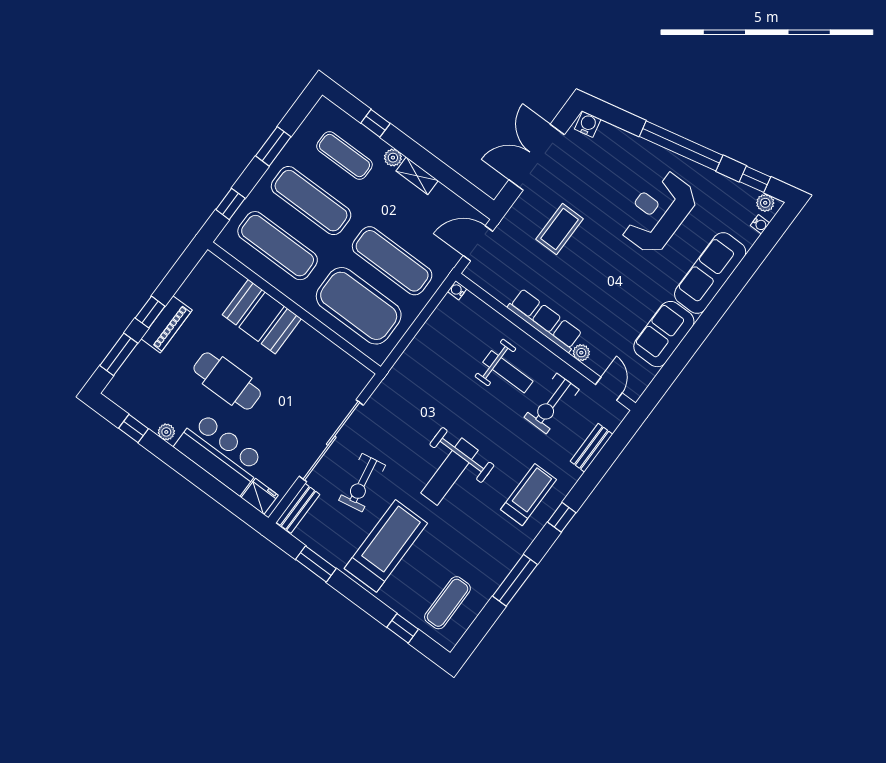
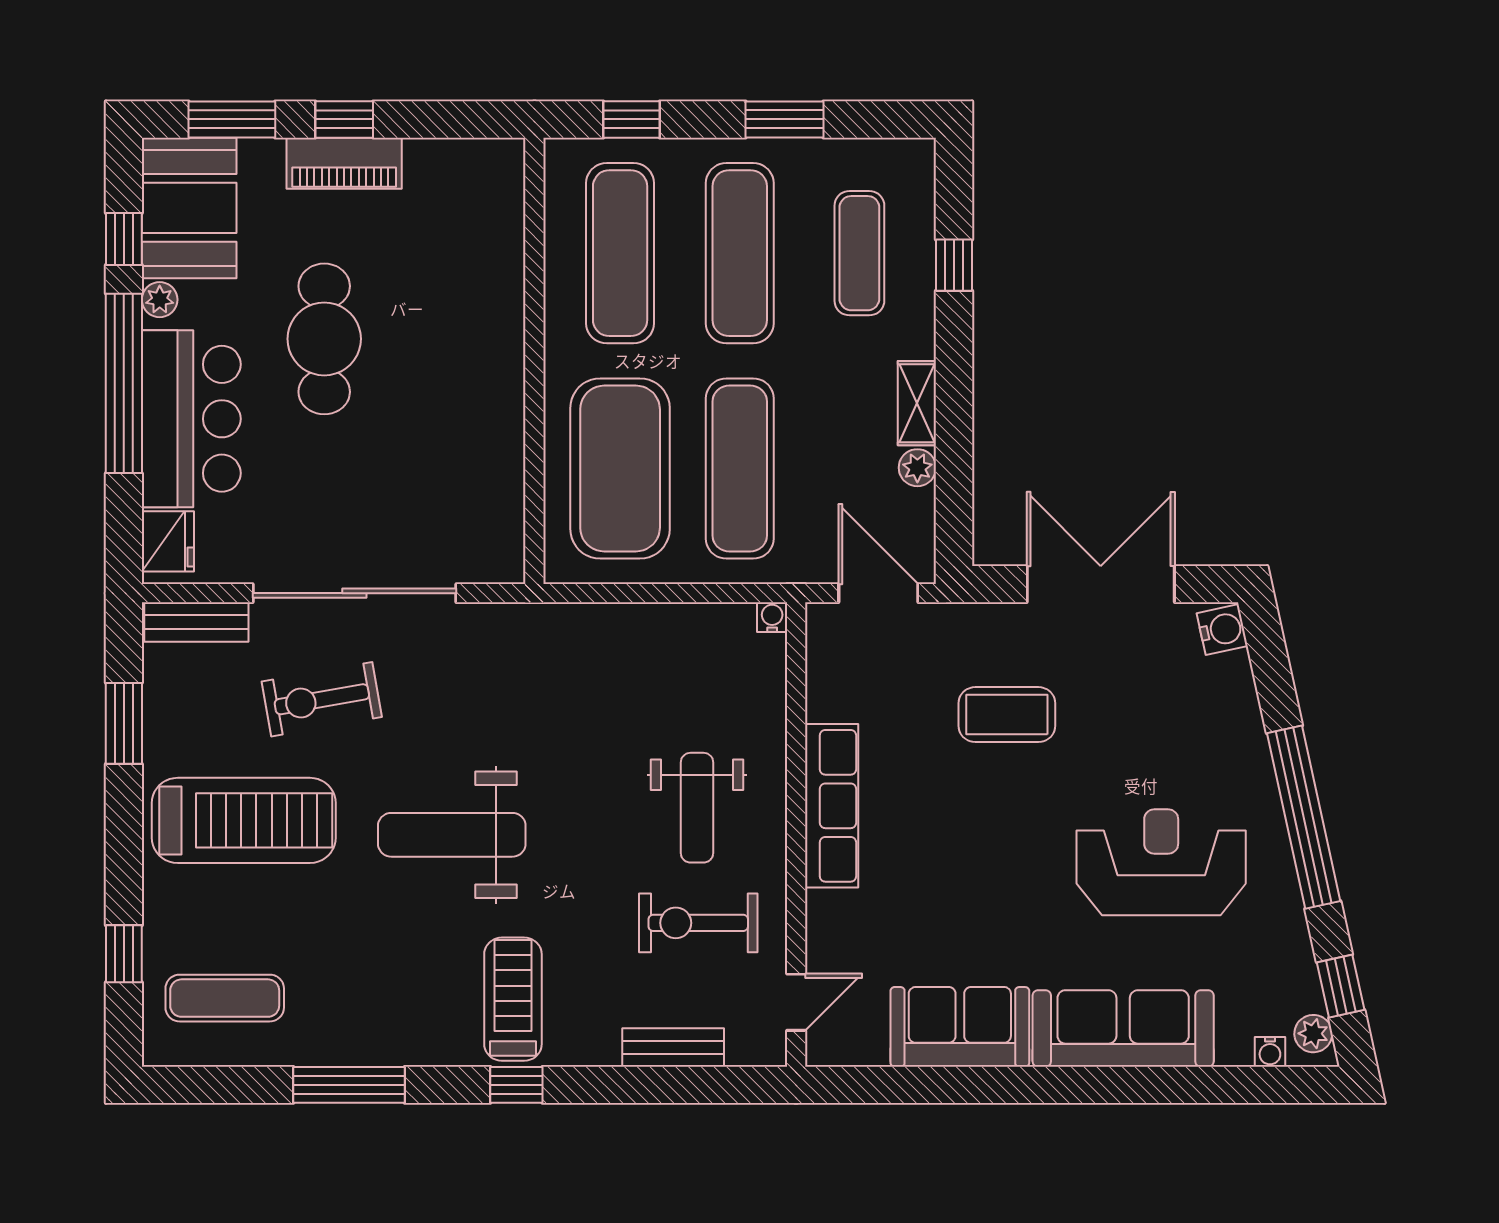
plant: (393, 158) -> (917, 468), moved
booth: (262, 317) -> (189, 208), moved
plant: (581, 353) -> (823, 909), removed
window: (188, 469) -> (124, 383), added
treadmill: (528, 495) -> (513, 999), turned -90

